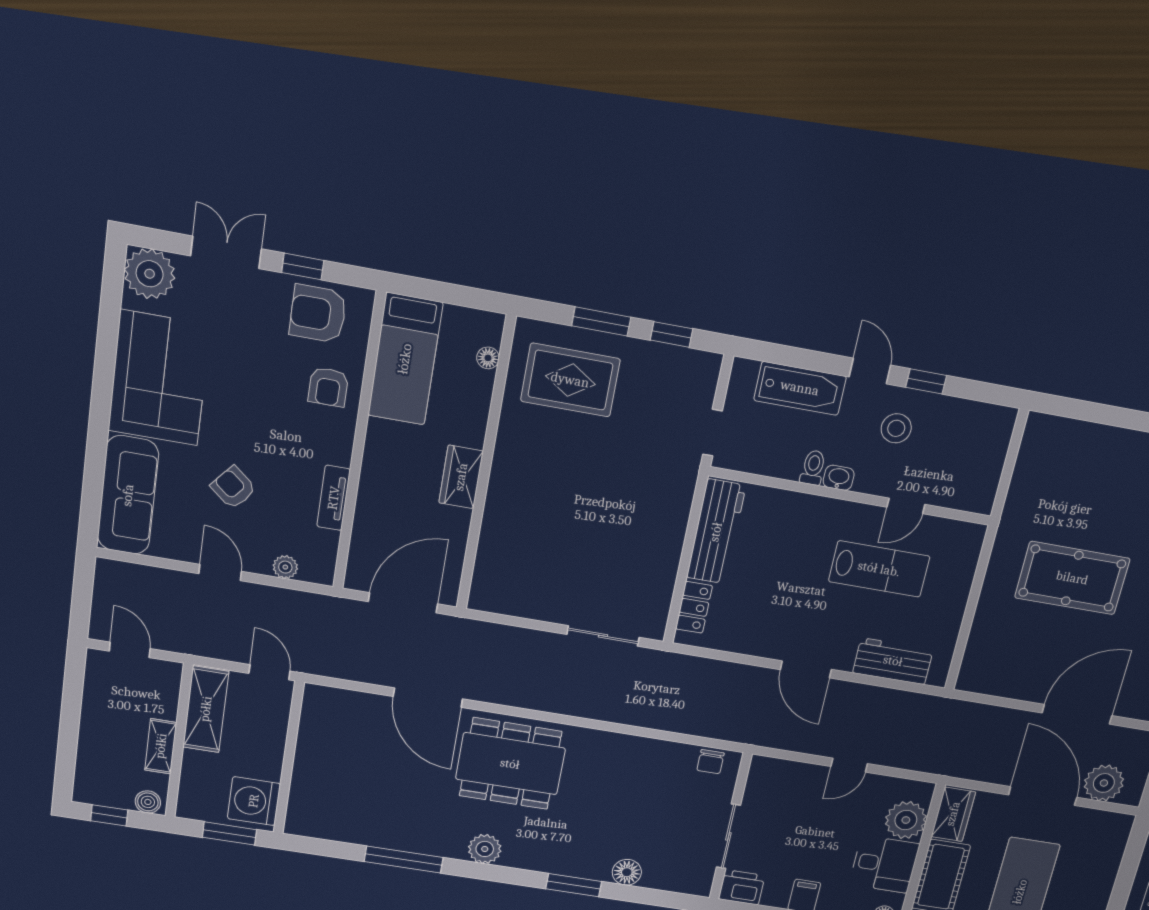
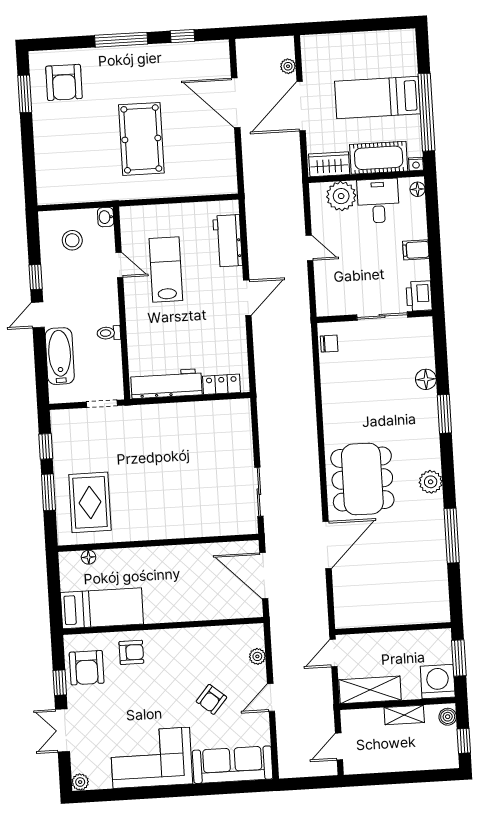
plant: (150, 274) -> (80, 782), width x0.53, depth x0.53
stool: (896, 428) -> (72, 240), moved
wardrobe: (461, 477) -> (170, 557), removed
washbasin: (839, 478) -> (106, 217), moved
tv unit: (334, 498) -> (203, 635), removed
sliding door: (603, 636) -> (259, 492), moved
plant: (1104, 783) -> (288, 66), width x0.53, depth x0.53
washing machine: (254, 801) -> (438, 682), moved, turned 180

